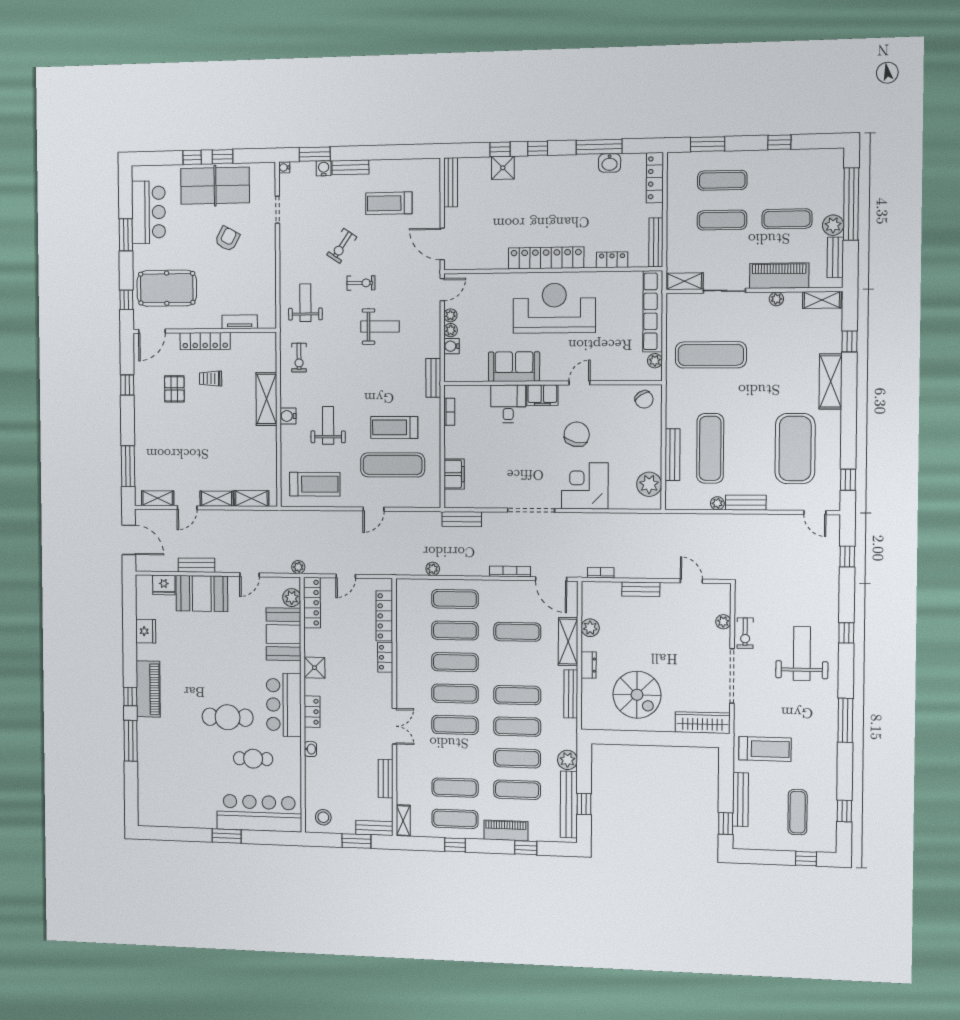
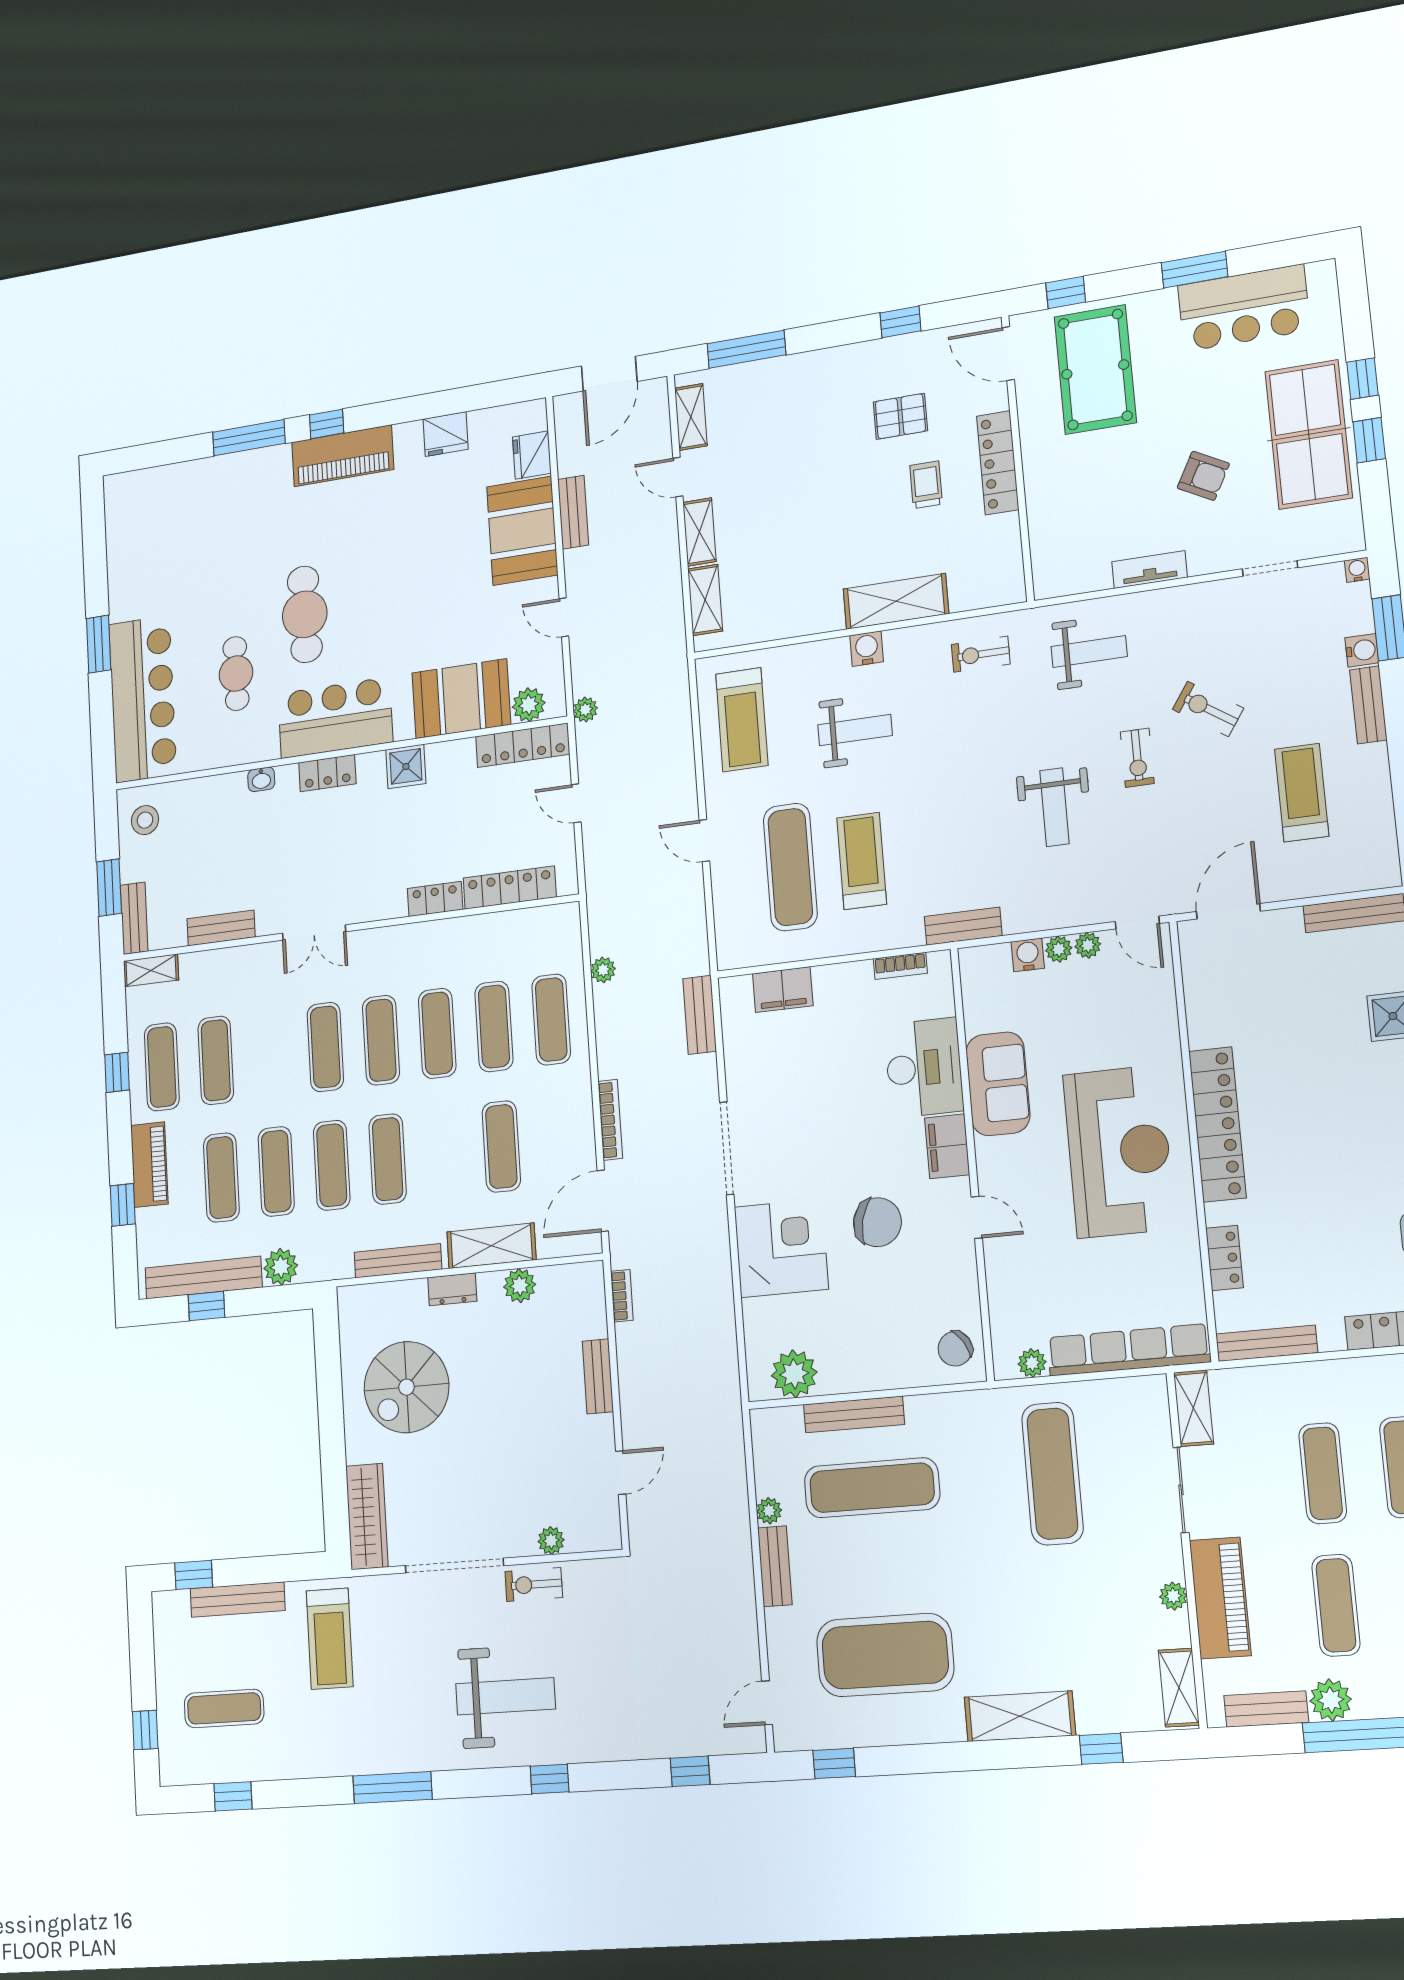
tv unit: (240, 322) -> (1149, 570), moved, turned -90
desk: (508, 404) -> (924, 1068), width x1.37

